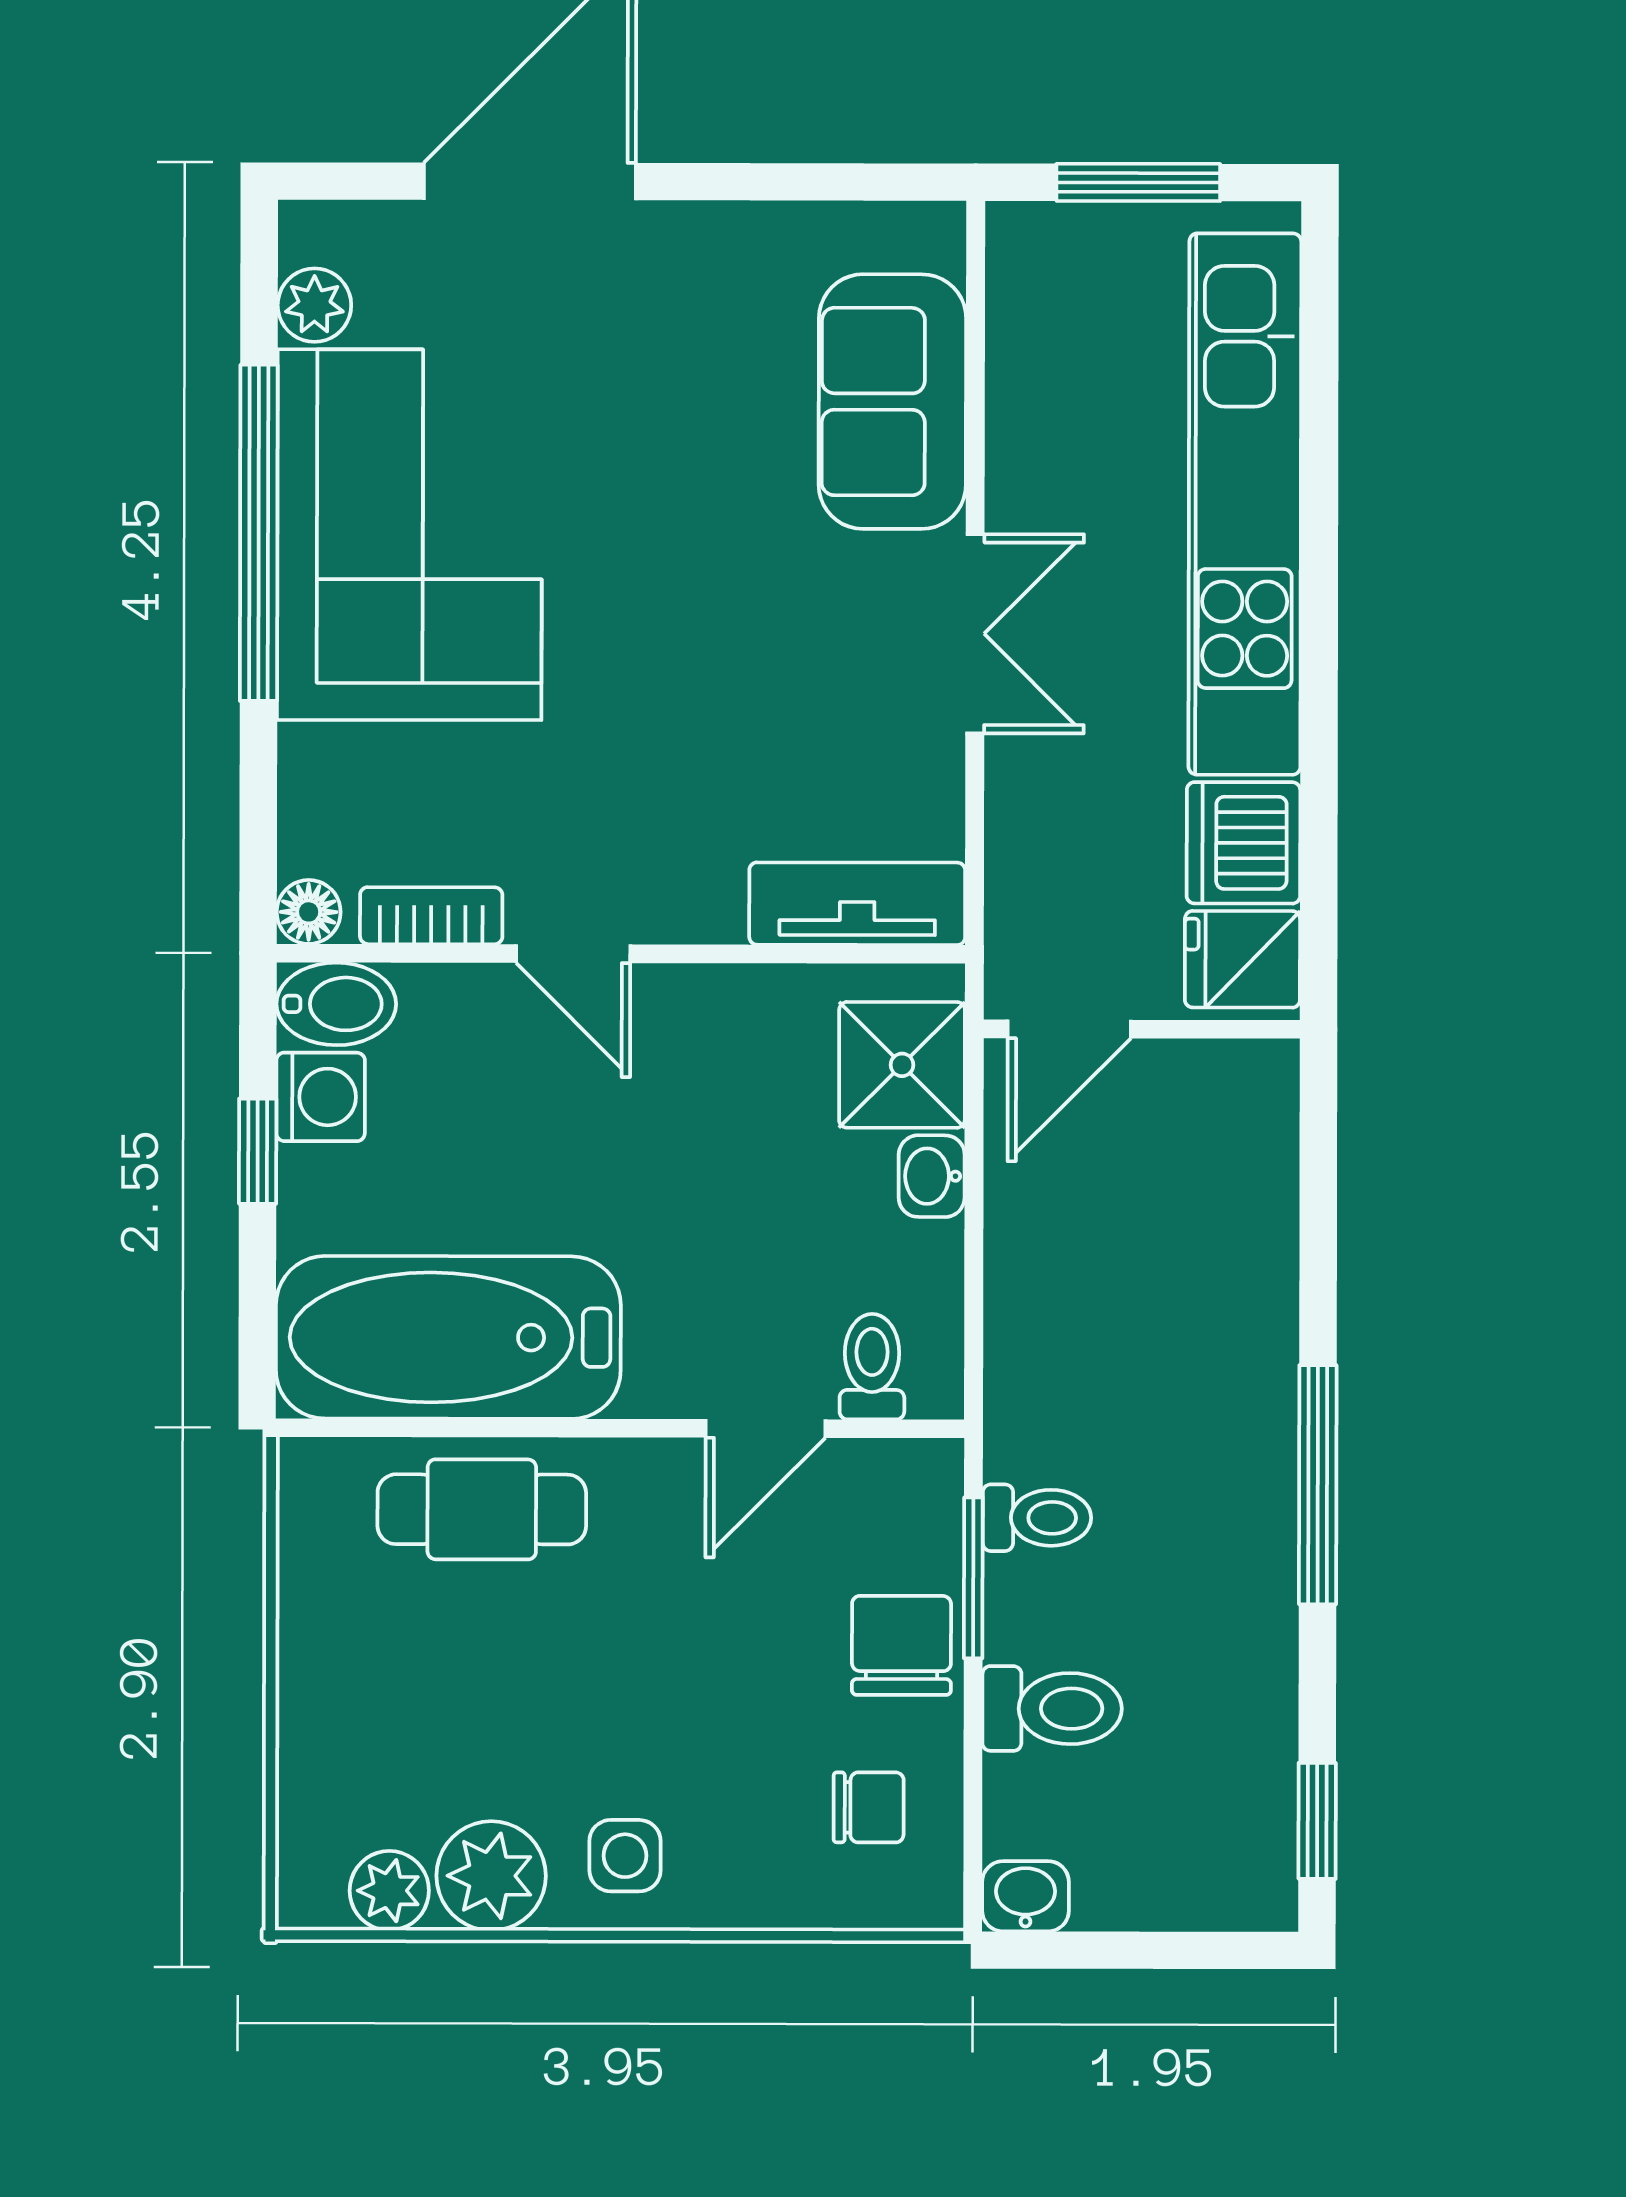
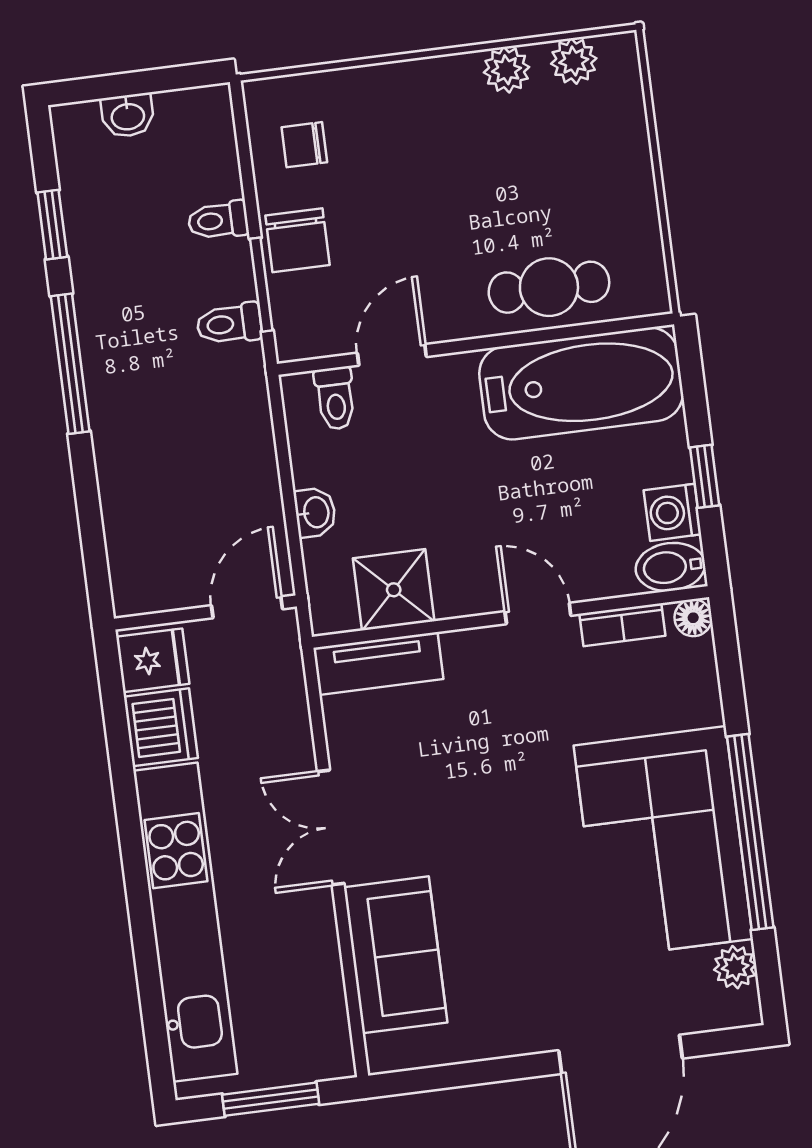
shower: (902, 1065) -> (394, 590), moved
toilet: (1052, 1709) -> (218, 220), width x0.73, depth x0.72
window: (1317, 1821) -> (52, 225), moved
side table: (625, 1856) -> (441, 99), removed
plant: (491, 1876) -> (507, 70), width x0.73, depth x0.73
washbasin: (1026, 1896) -> (128, 116), moved

